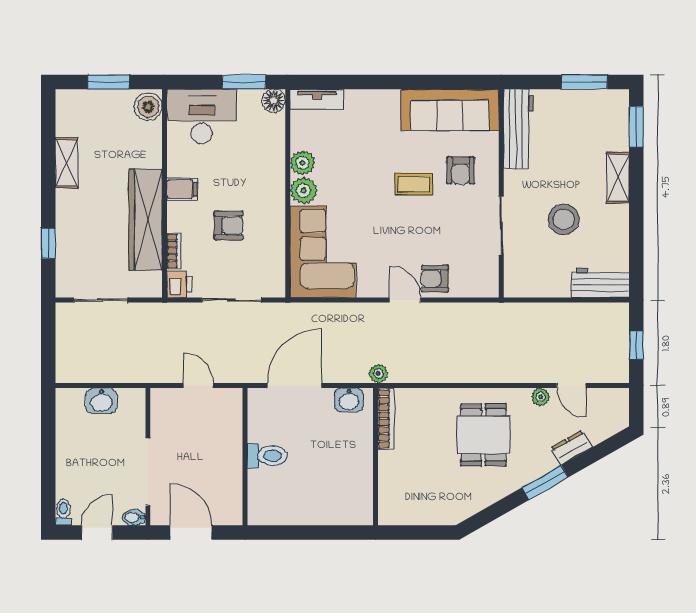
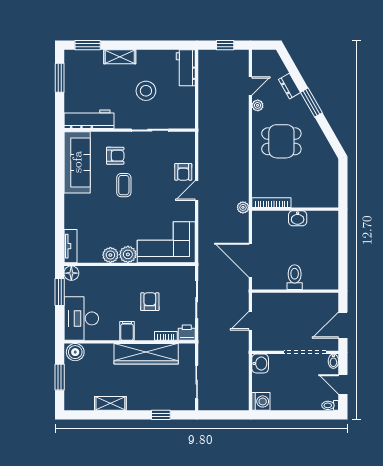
washbasin: (349, 400) -> (298, 218), moved, turned 90
washbasin: (101, 401) -> (260, 363), moved
washing machine: (70, 402) -> (261, 401), added

